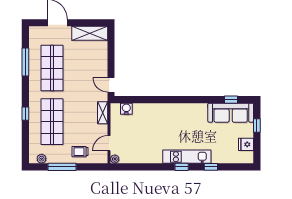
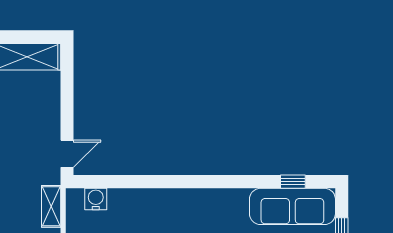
door: (111, 85) -> (67, 154), swing flipped

